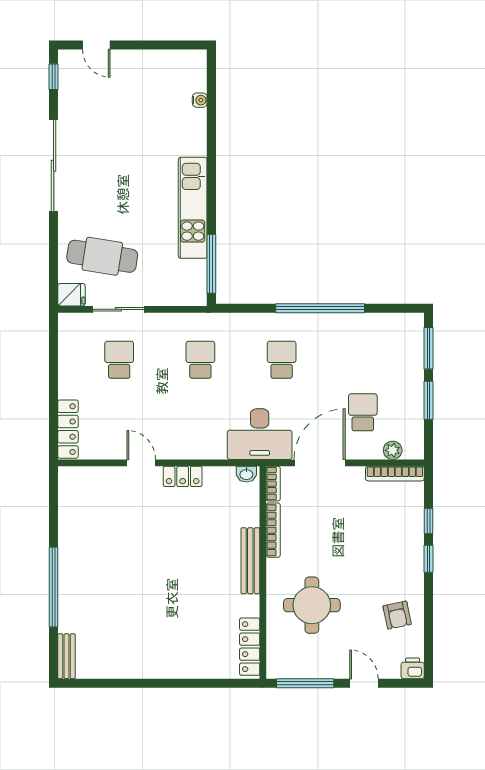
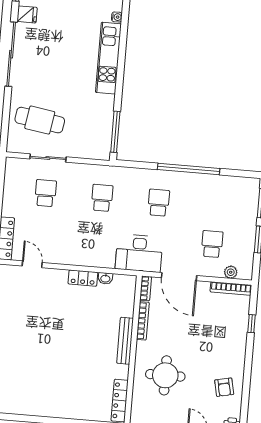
kitchen unit: (193, 208) -> (108, 58), moved
fridge: (71, 295) -> (27, 14), moved
door: (141, 463) -> (32, 264), moved
door: (320, 463) -> (179, 277), swing flipped
washbasin: (246, 474) -> (105, 278), moved
window: (428, 559) -> (249, 350), removed

